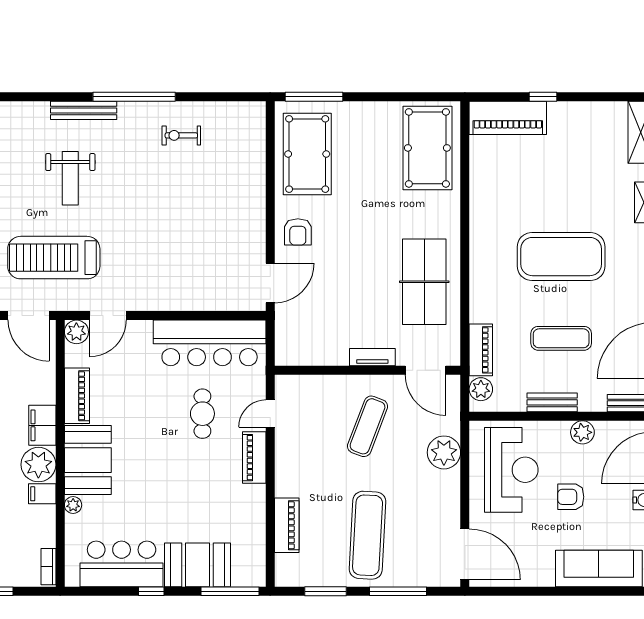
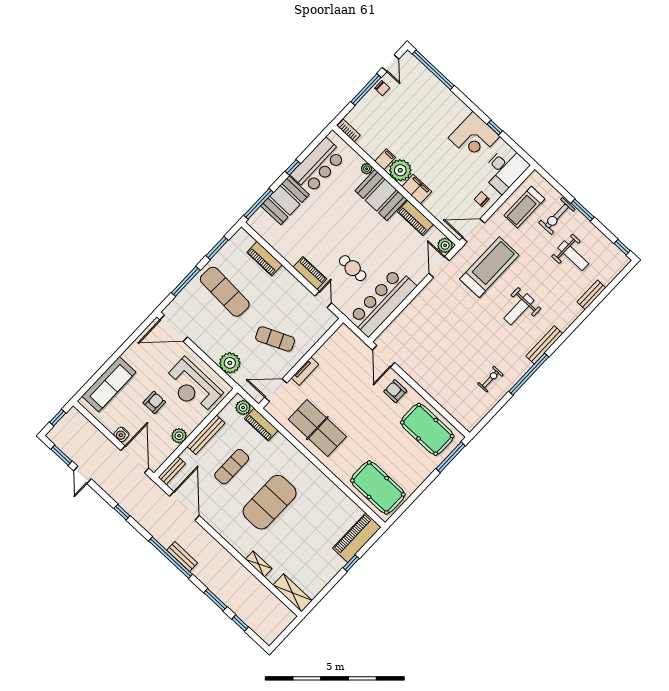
weight bench: (70, 178) -> (519, 309), turned -90
bench: (552, 402) -> (206, 435), width x1.36
exercise mat: (368, 426) -> (275, 339), turned -45

